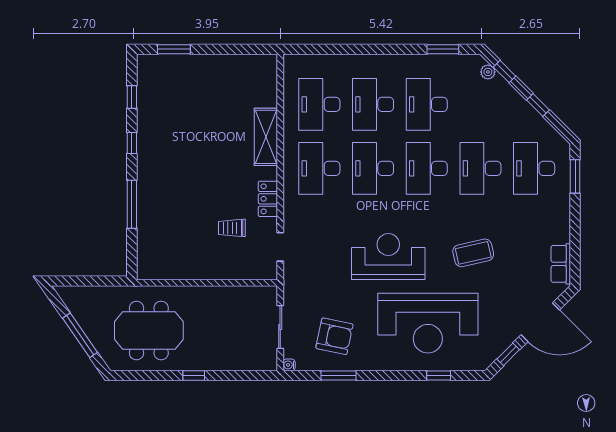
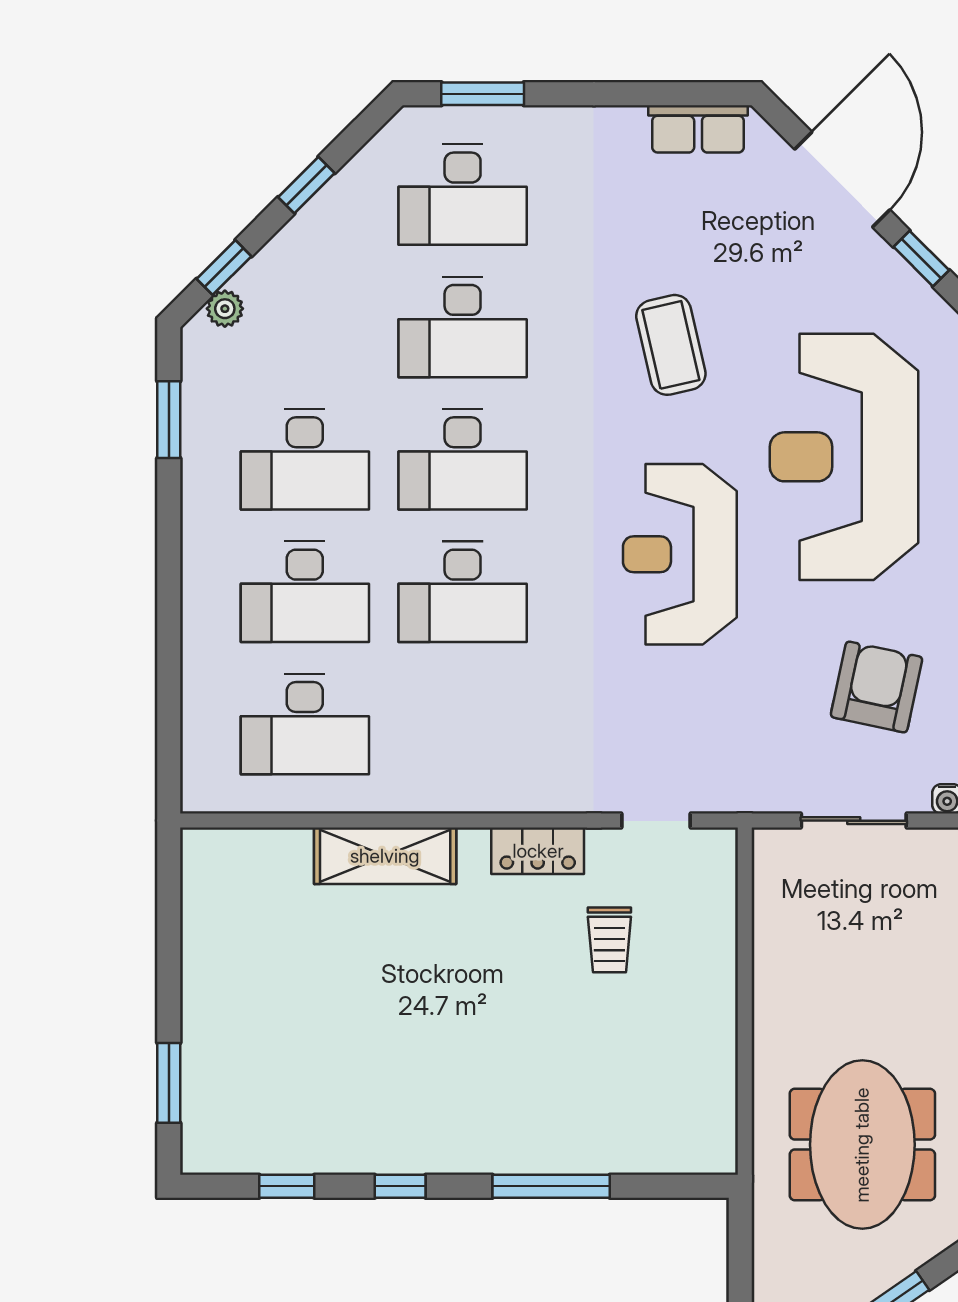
desk: (319, 168) -> (463, 724), removed
reception desk: (428, 323) -> (844, 457), turned 180

